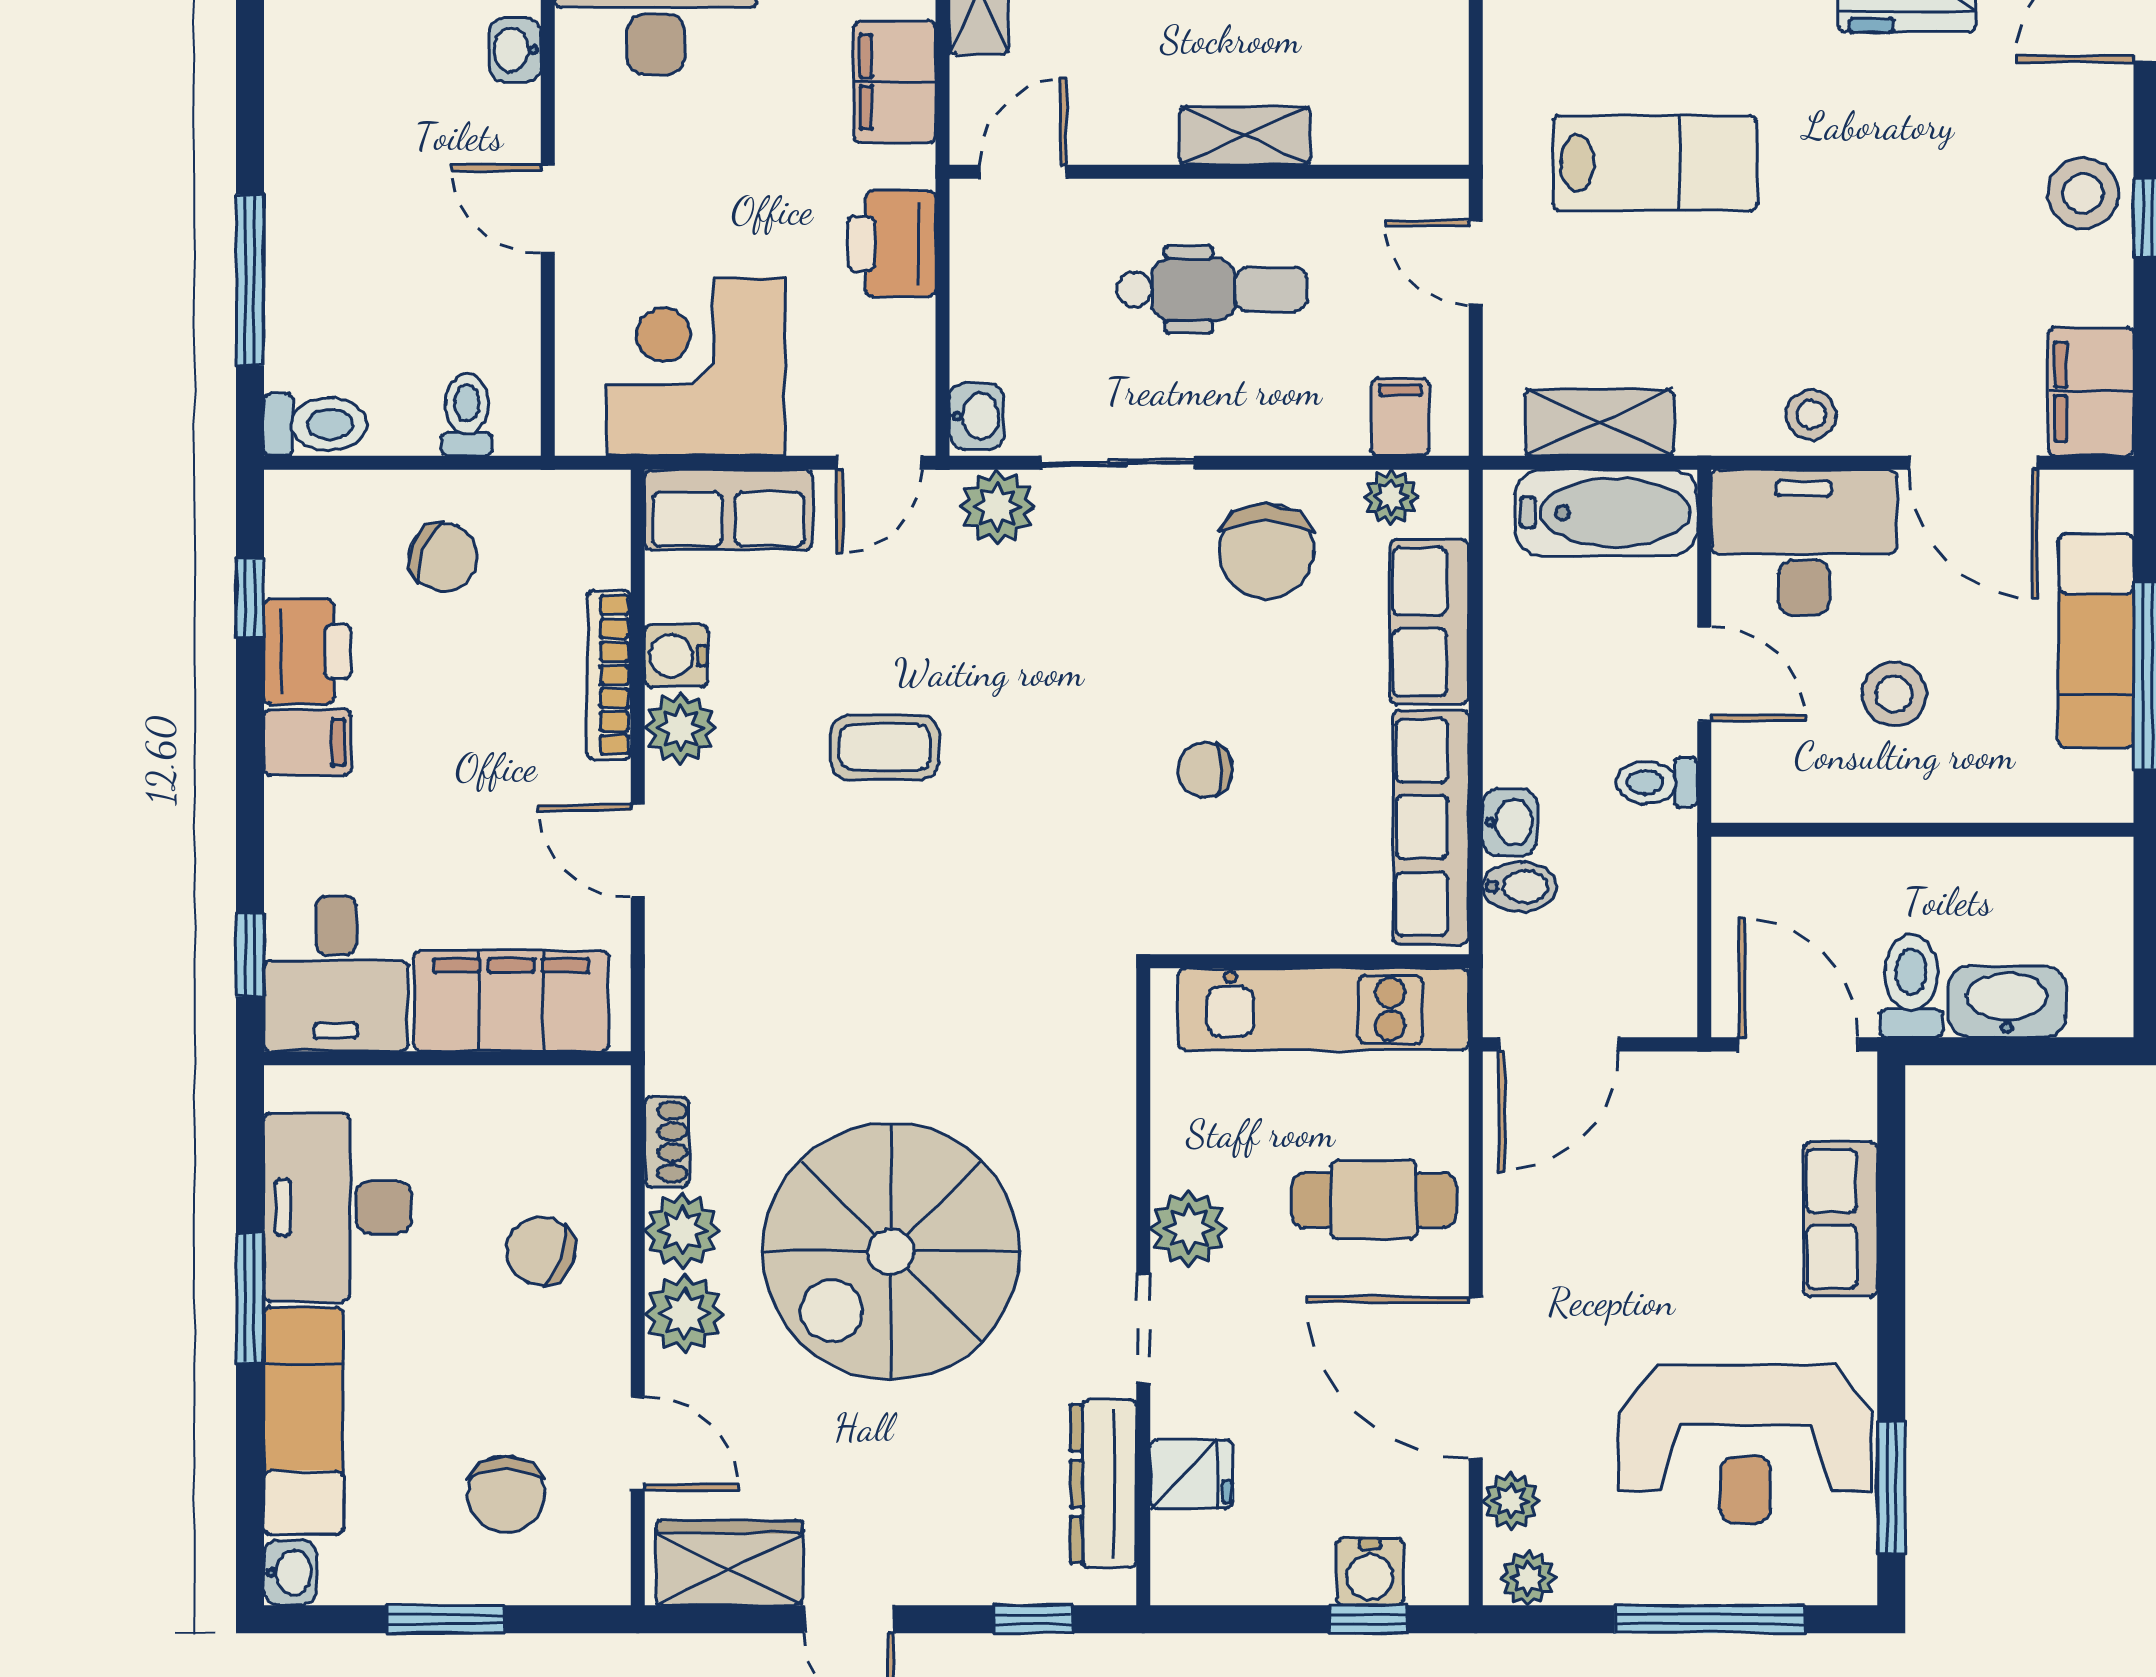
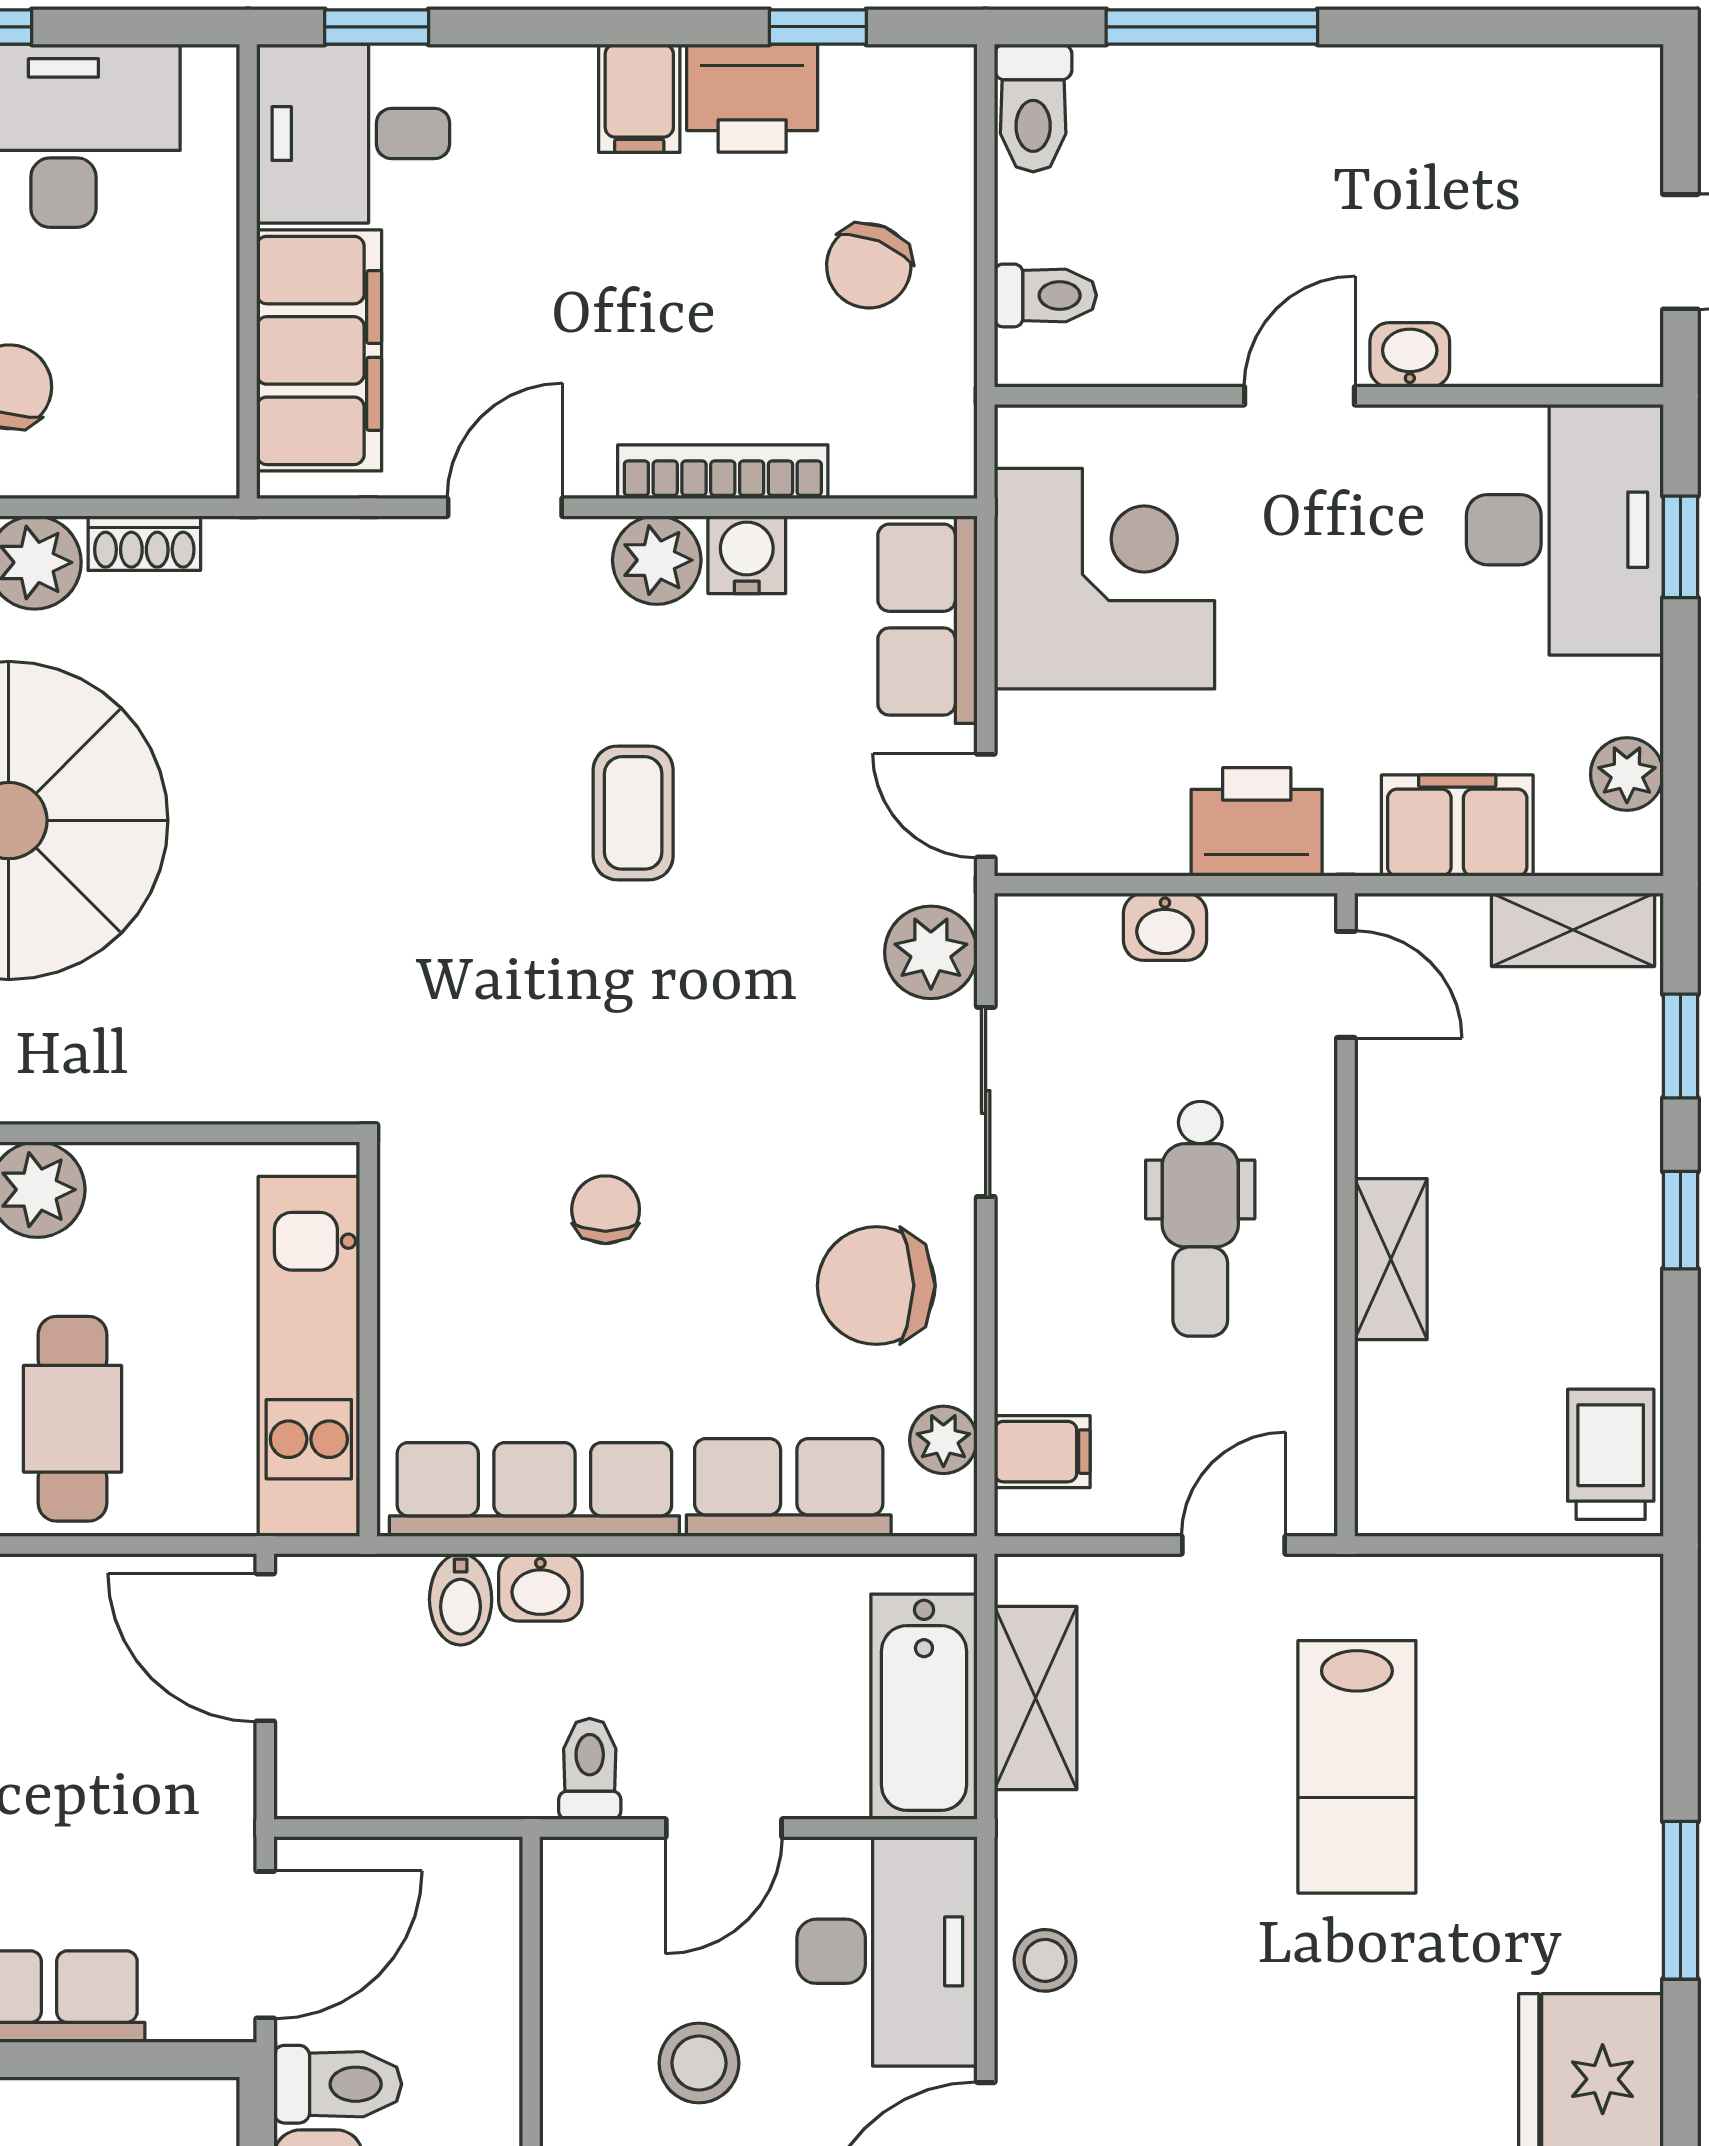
washbasin: (515, 50) -> (1410, 355), moved
washbasin: (977, 416) -> (1165, 927), moved

